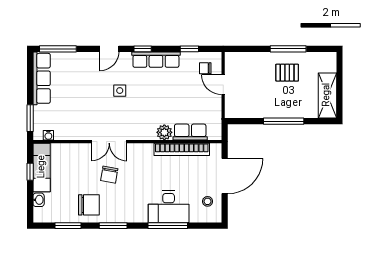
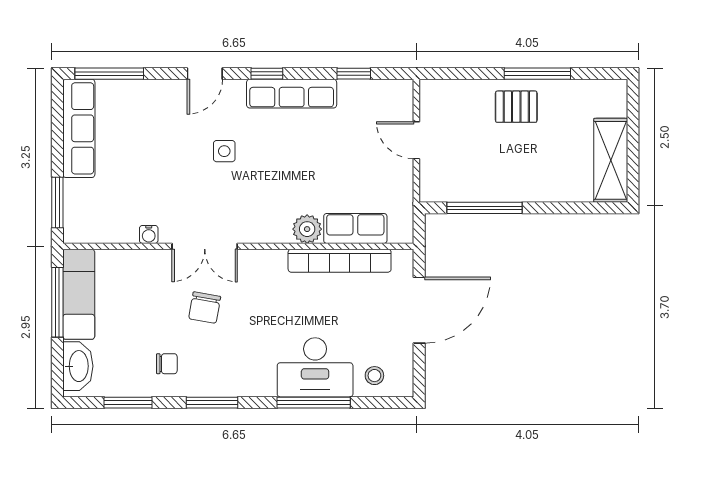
chair: (205, 68) -> (383, 110), removed
pallet: (287, 73) -> (516, 107), moved
window: (284, 121) -> (485, 208), moved
water cooler: (48, 135) -> (149, 234), moved
window: (30, 172) -> (57, 302), width x2.17
washbasin: (39, 200) -> (78, 366), width x1.91, depth x1.45
stool: (208, 201) -> (374, 376), moved
chair: (89, 205) -> (167, 364), width x0.54, depth x0.54

